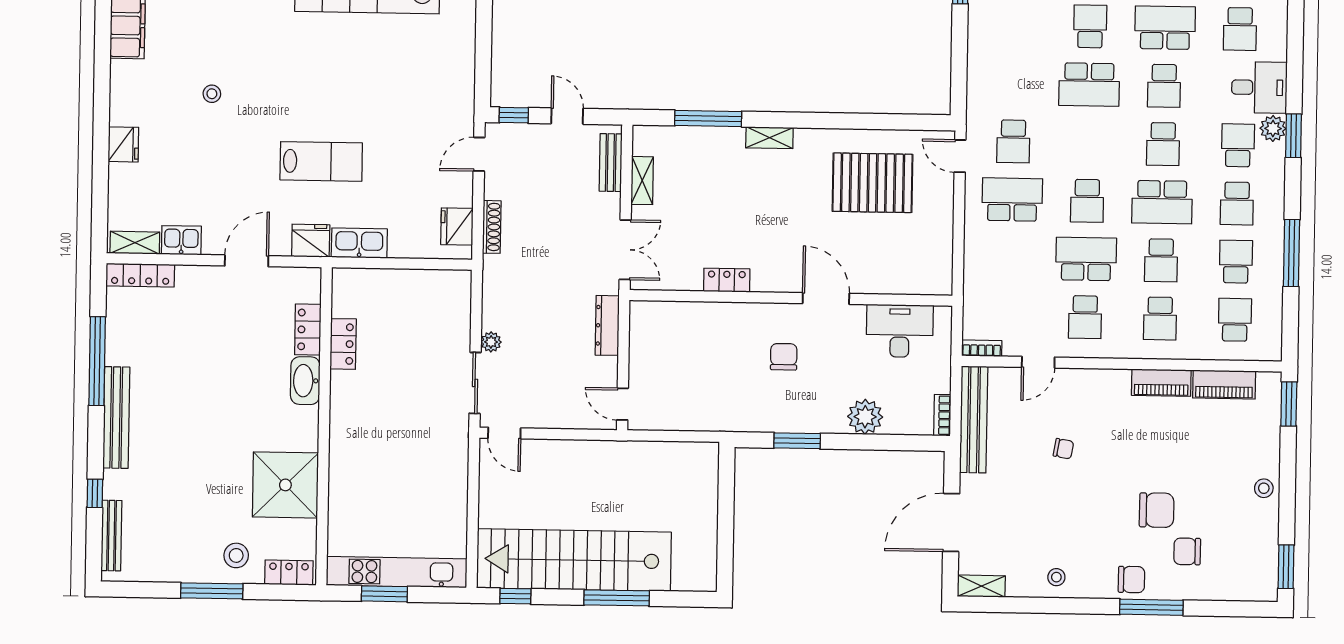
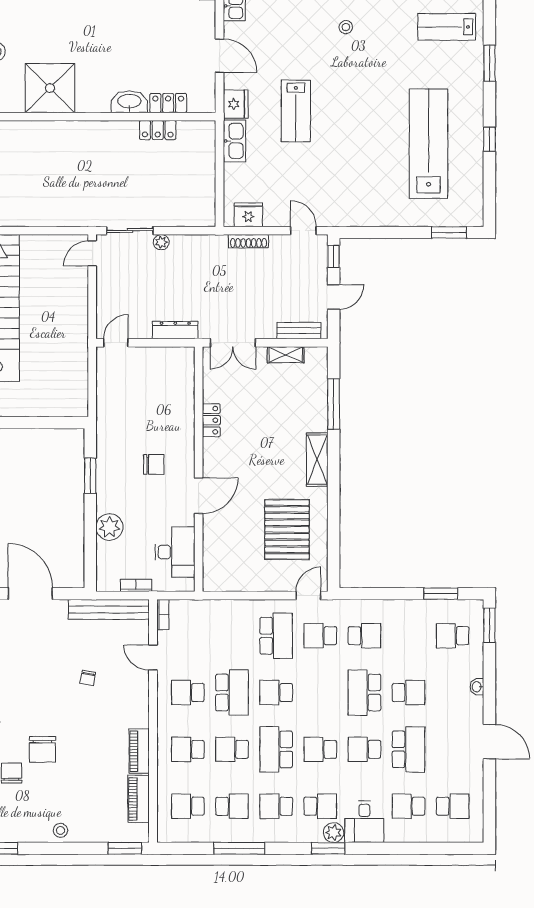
school desk: (1014, 83) -> (364, 636), added
shelving: (769, 138) -> (317, 460), width x1.50, depth x1.33
school desk: (1235, 320) -> (188, 806), turned 180
bookcase: (942, 415) -> (136, 585), moved

